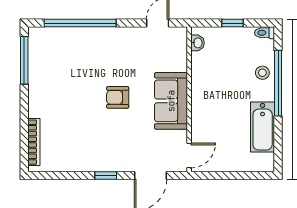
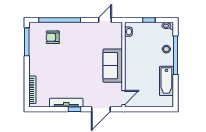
armchair: (118, 97) -> (53, 37), moved
tv unit: (92, 164) -> (66, 103), added

